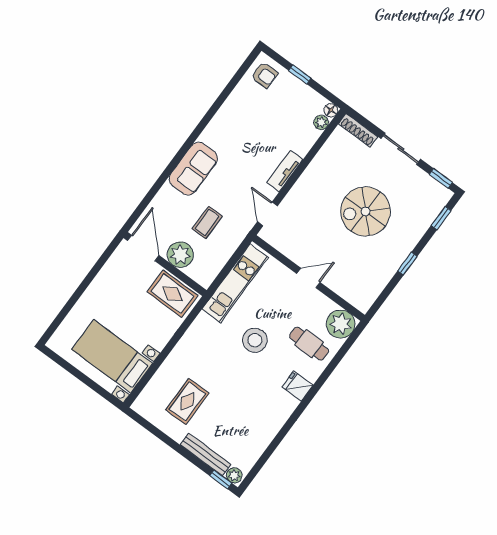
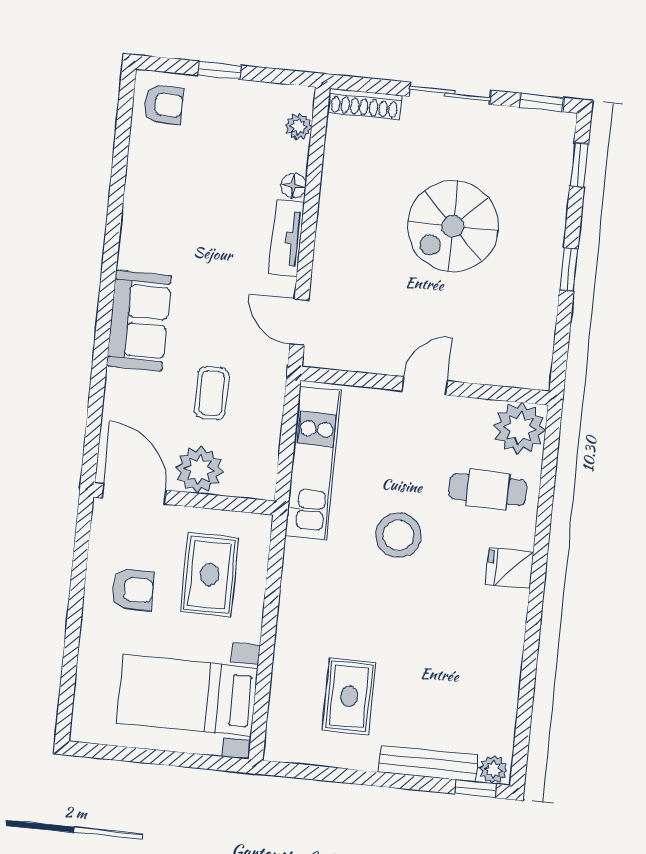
floor lamp: (331, 110) -> (293, 186), moved
armchair: (116, 292) -> (133, 590), added
rug: (172, 294) -> (210, 575), moved, turned 90

